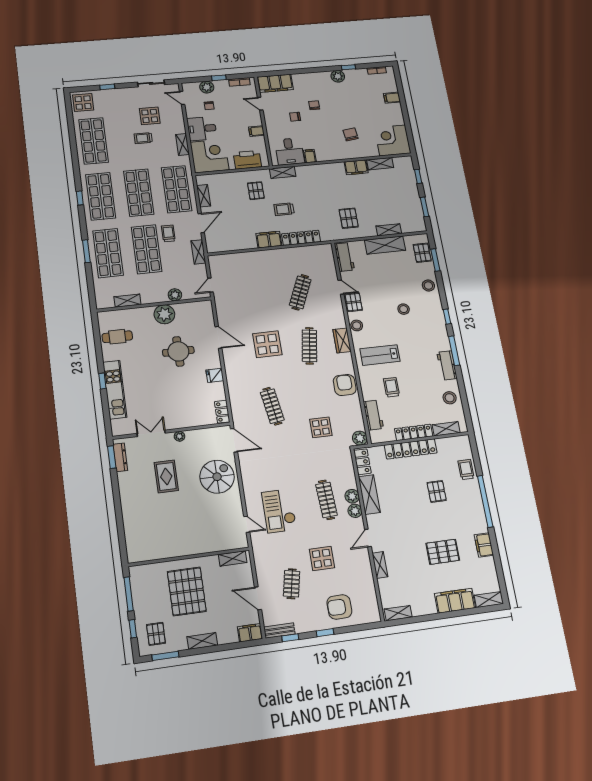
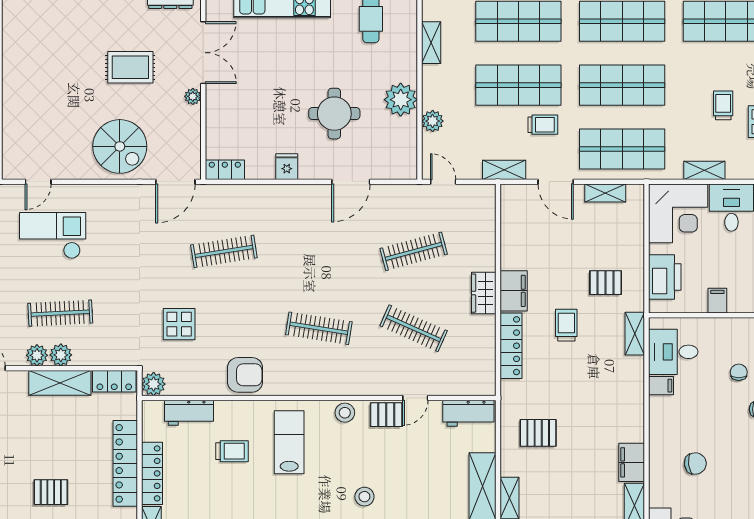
clothes rail: (255, 297) -> (414, 251), added
wardrobe: (342, 340) -> (484, 293), moved, turned -90
display table: (267, 344) -> (330, 260), removed
double door: (151, 433) -> (203, 53), width x1.37

